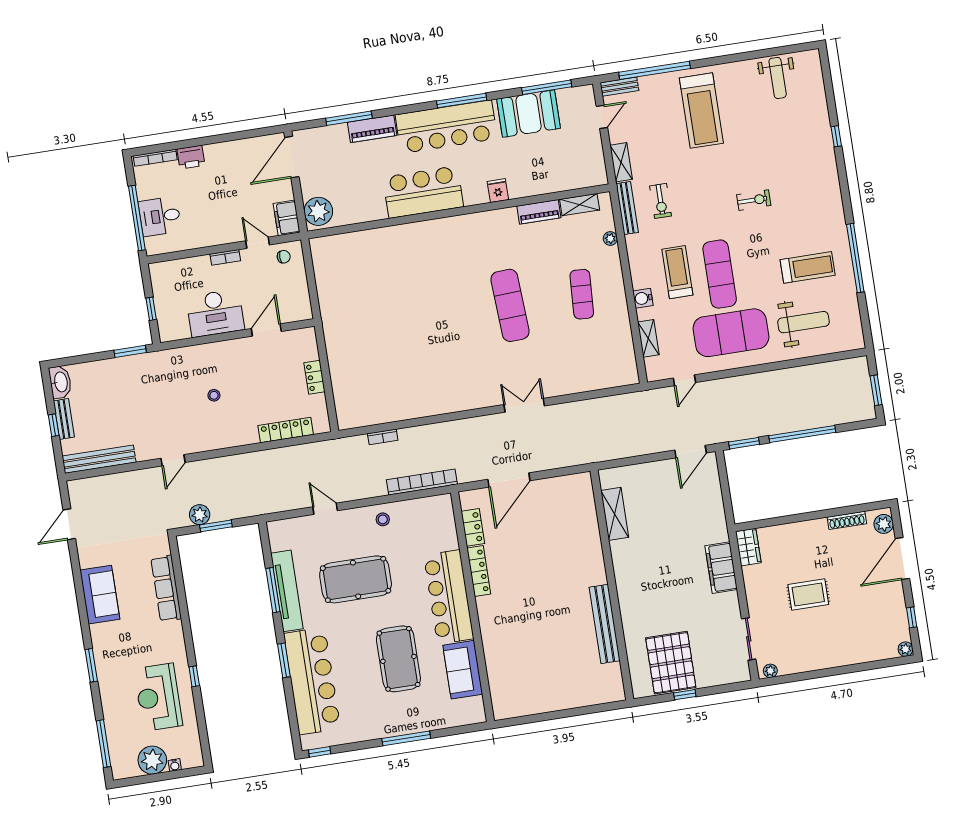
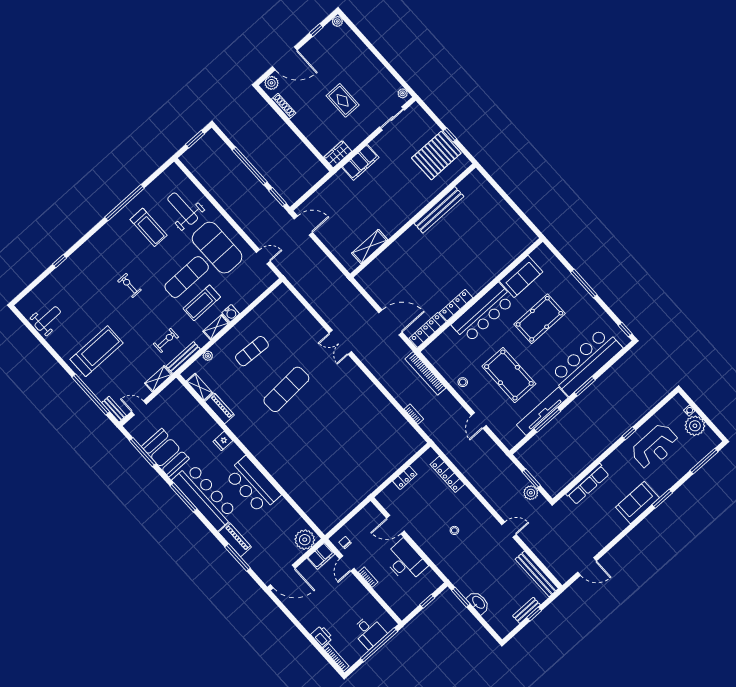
treadmill: (808, 267) -> (149, 227), turned 180
shelving: (648, 338) -> (216, 327), moved
washbasin: (60, 382) -> (478, 603), moved, turned 90
locker: (473, 527) -> (428, 330), width x1.53
sofa: (100, 595) -> (637, 503), moved

